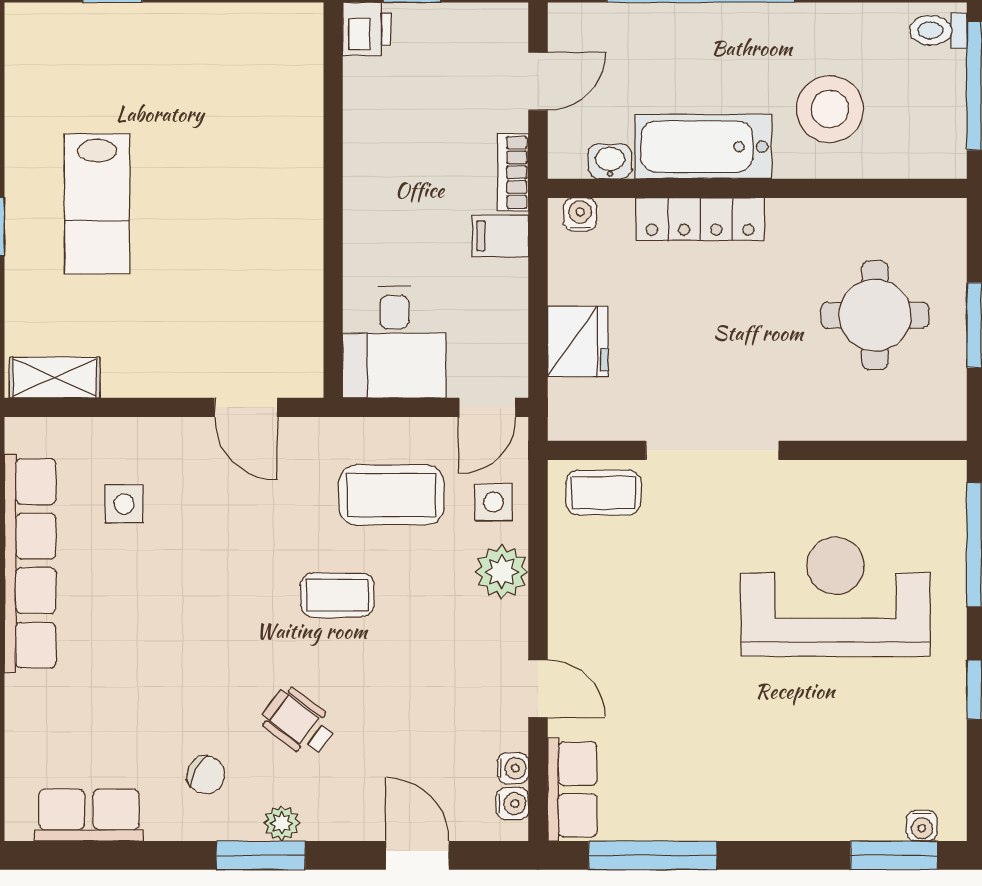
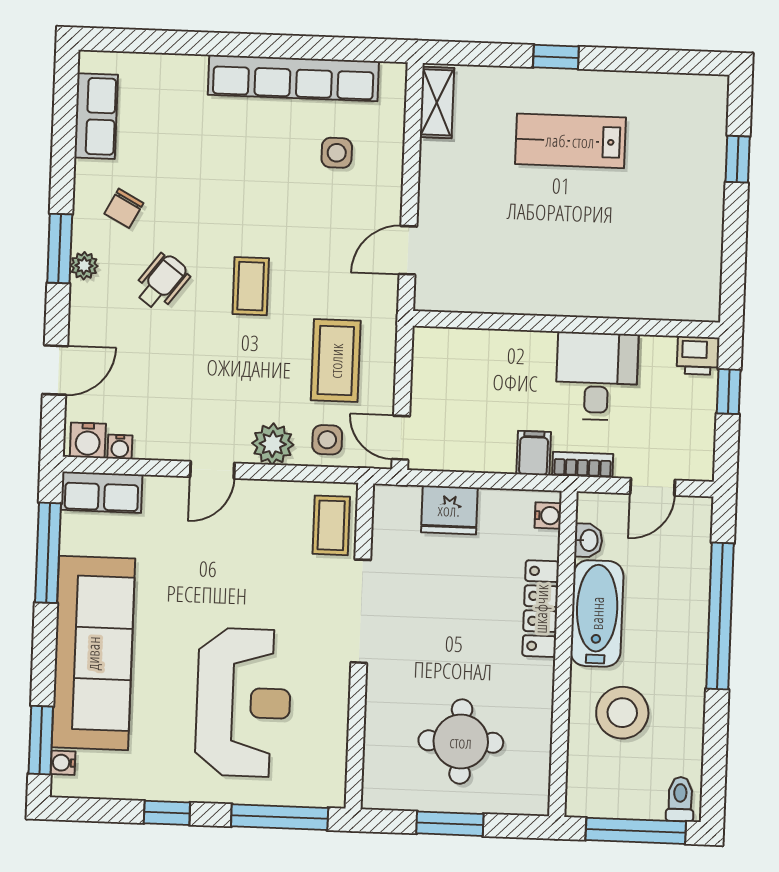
door: (538, 81) -> (653, 487), hinge flipped
desk: (394, 342) -> (597, 376), moved, turned 90
coffee table: (337, 595) -> (251, 286), moved
door: (538, 689) -> (212, 470), moved
sofa: (779, 792) -> (93, 653), added
water cooler: (512, 804) -> (88, 440), width x1.38, depth x1.38

